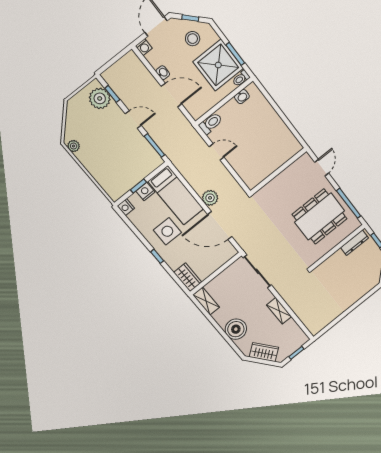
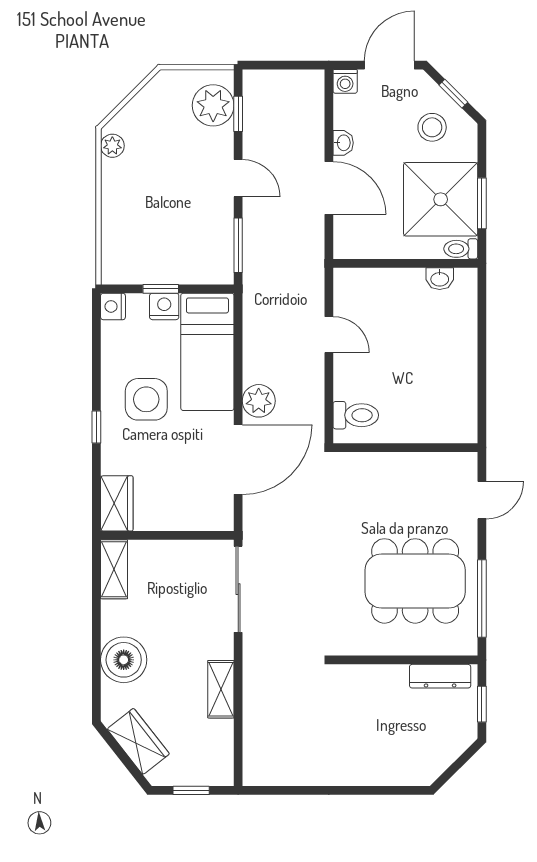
toilet: (211, 123) -> (356, 415), moved
door: (220, 225) -> (238, 460), swing flipped

